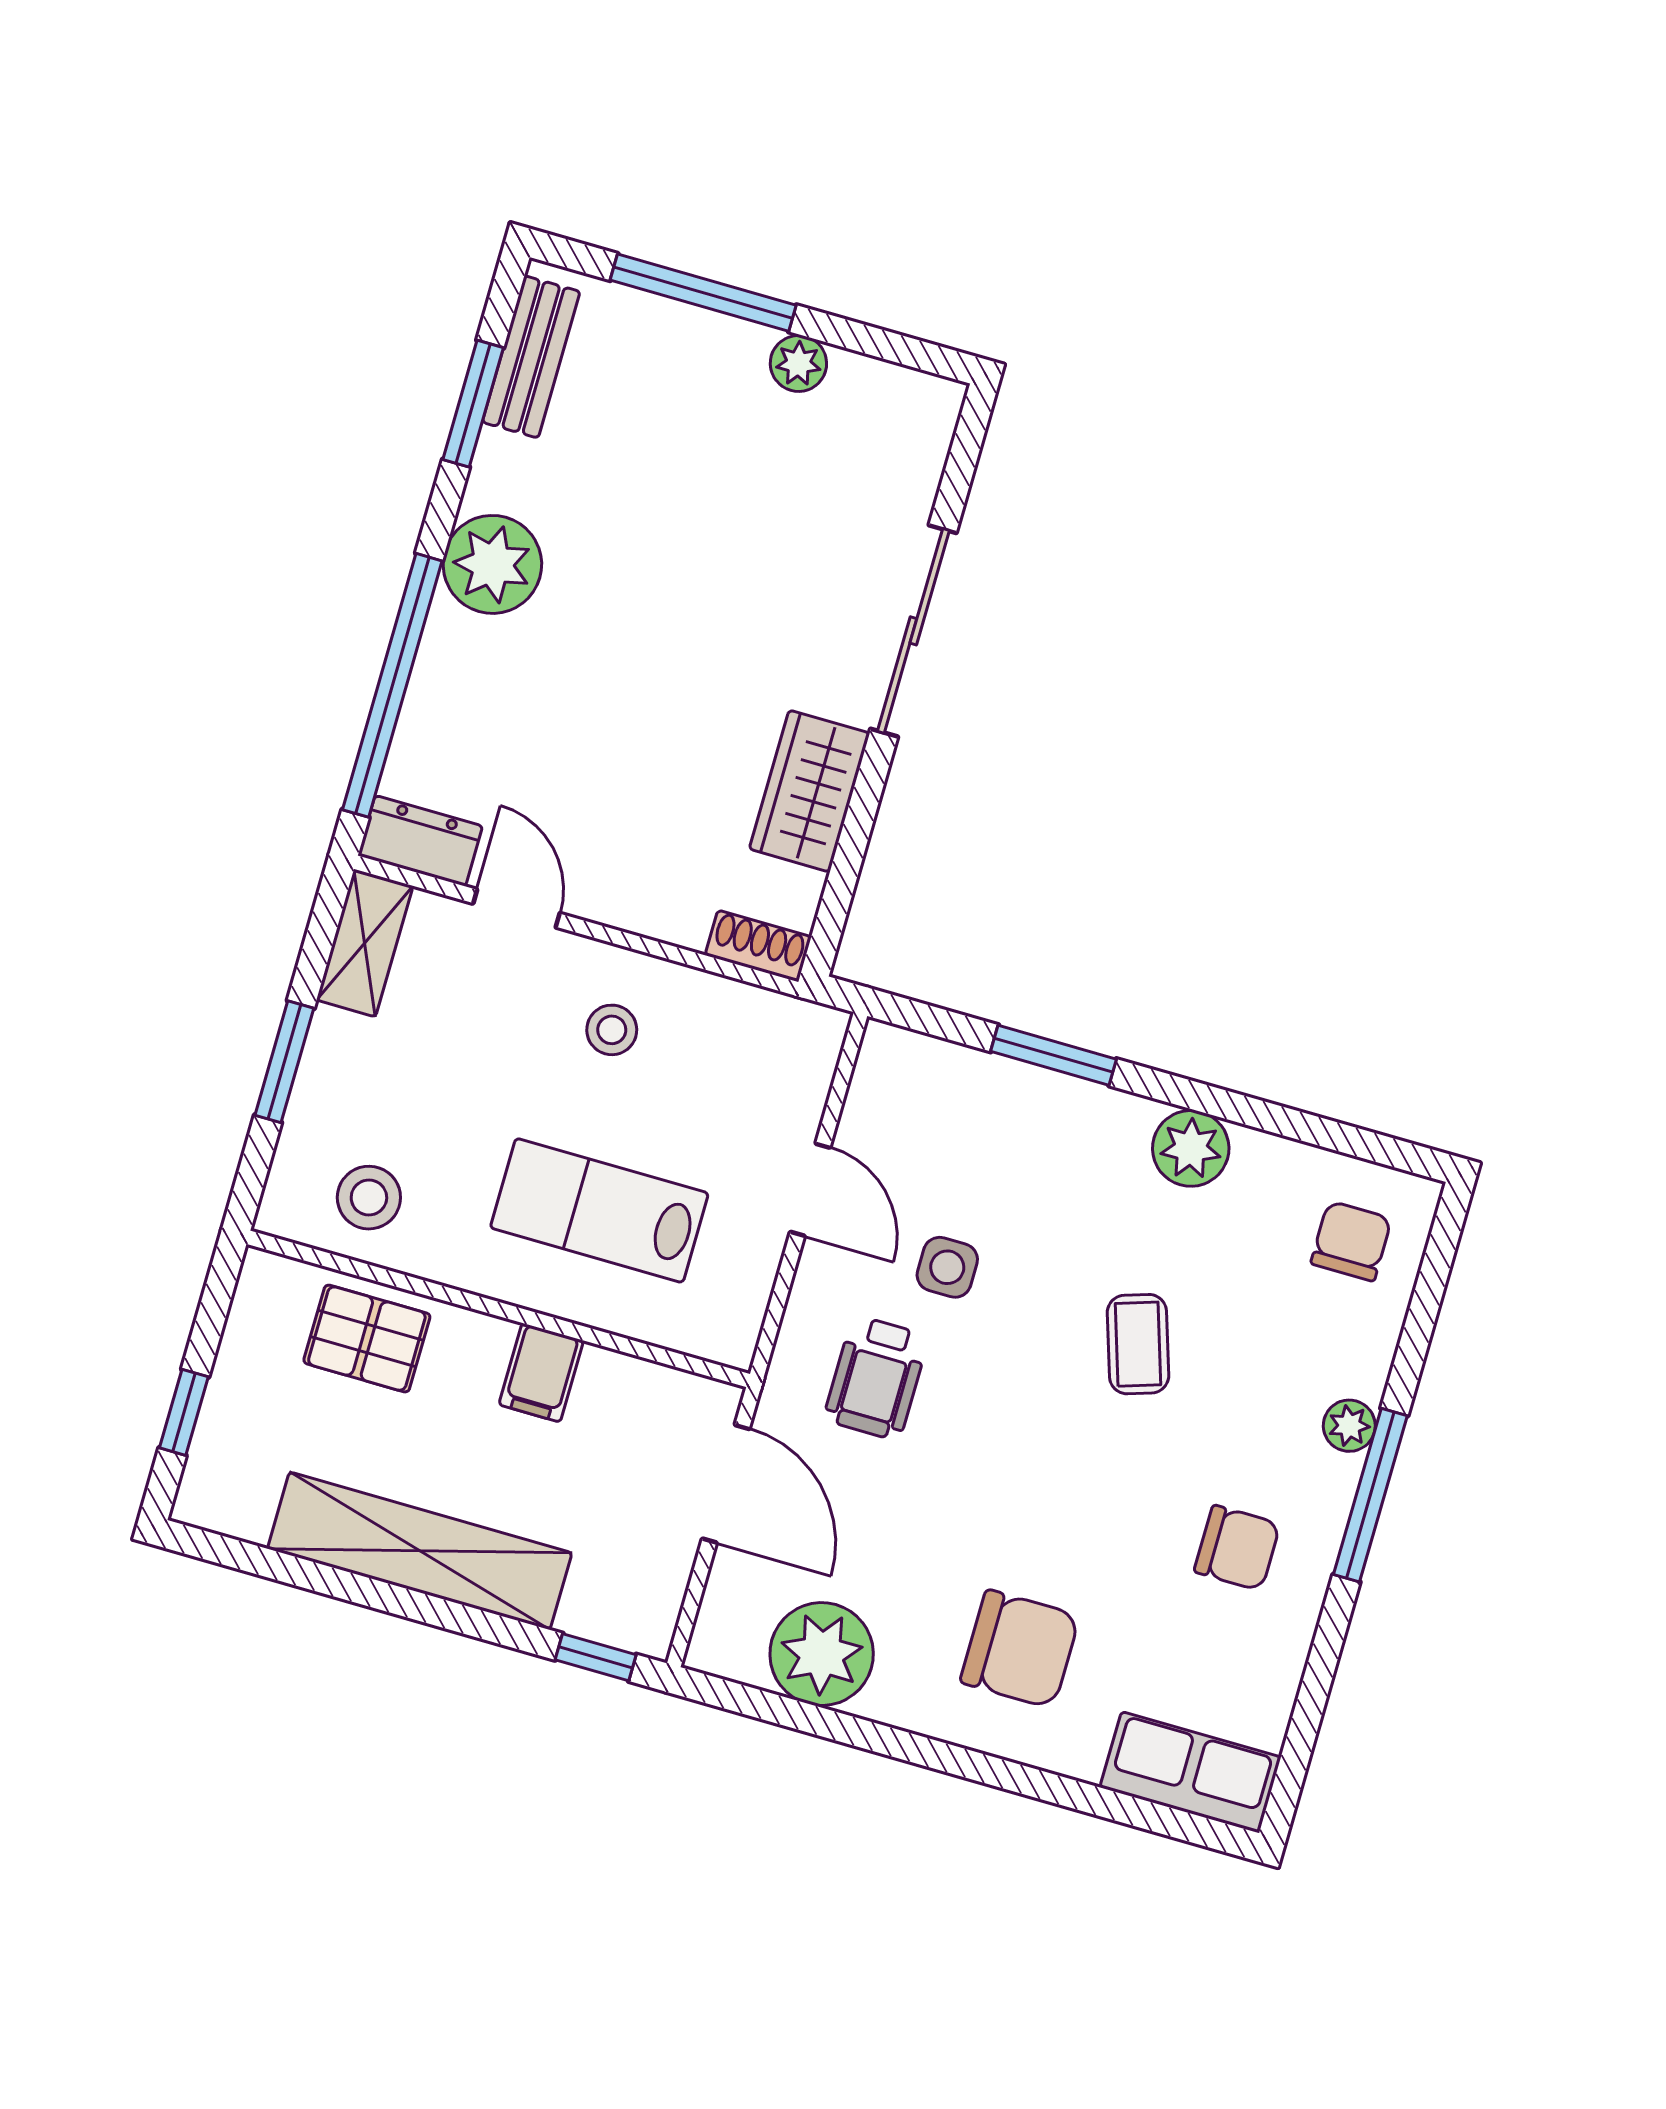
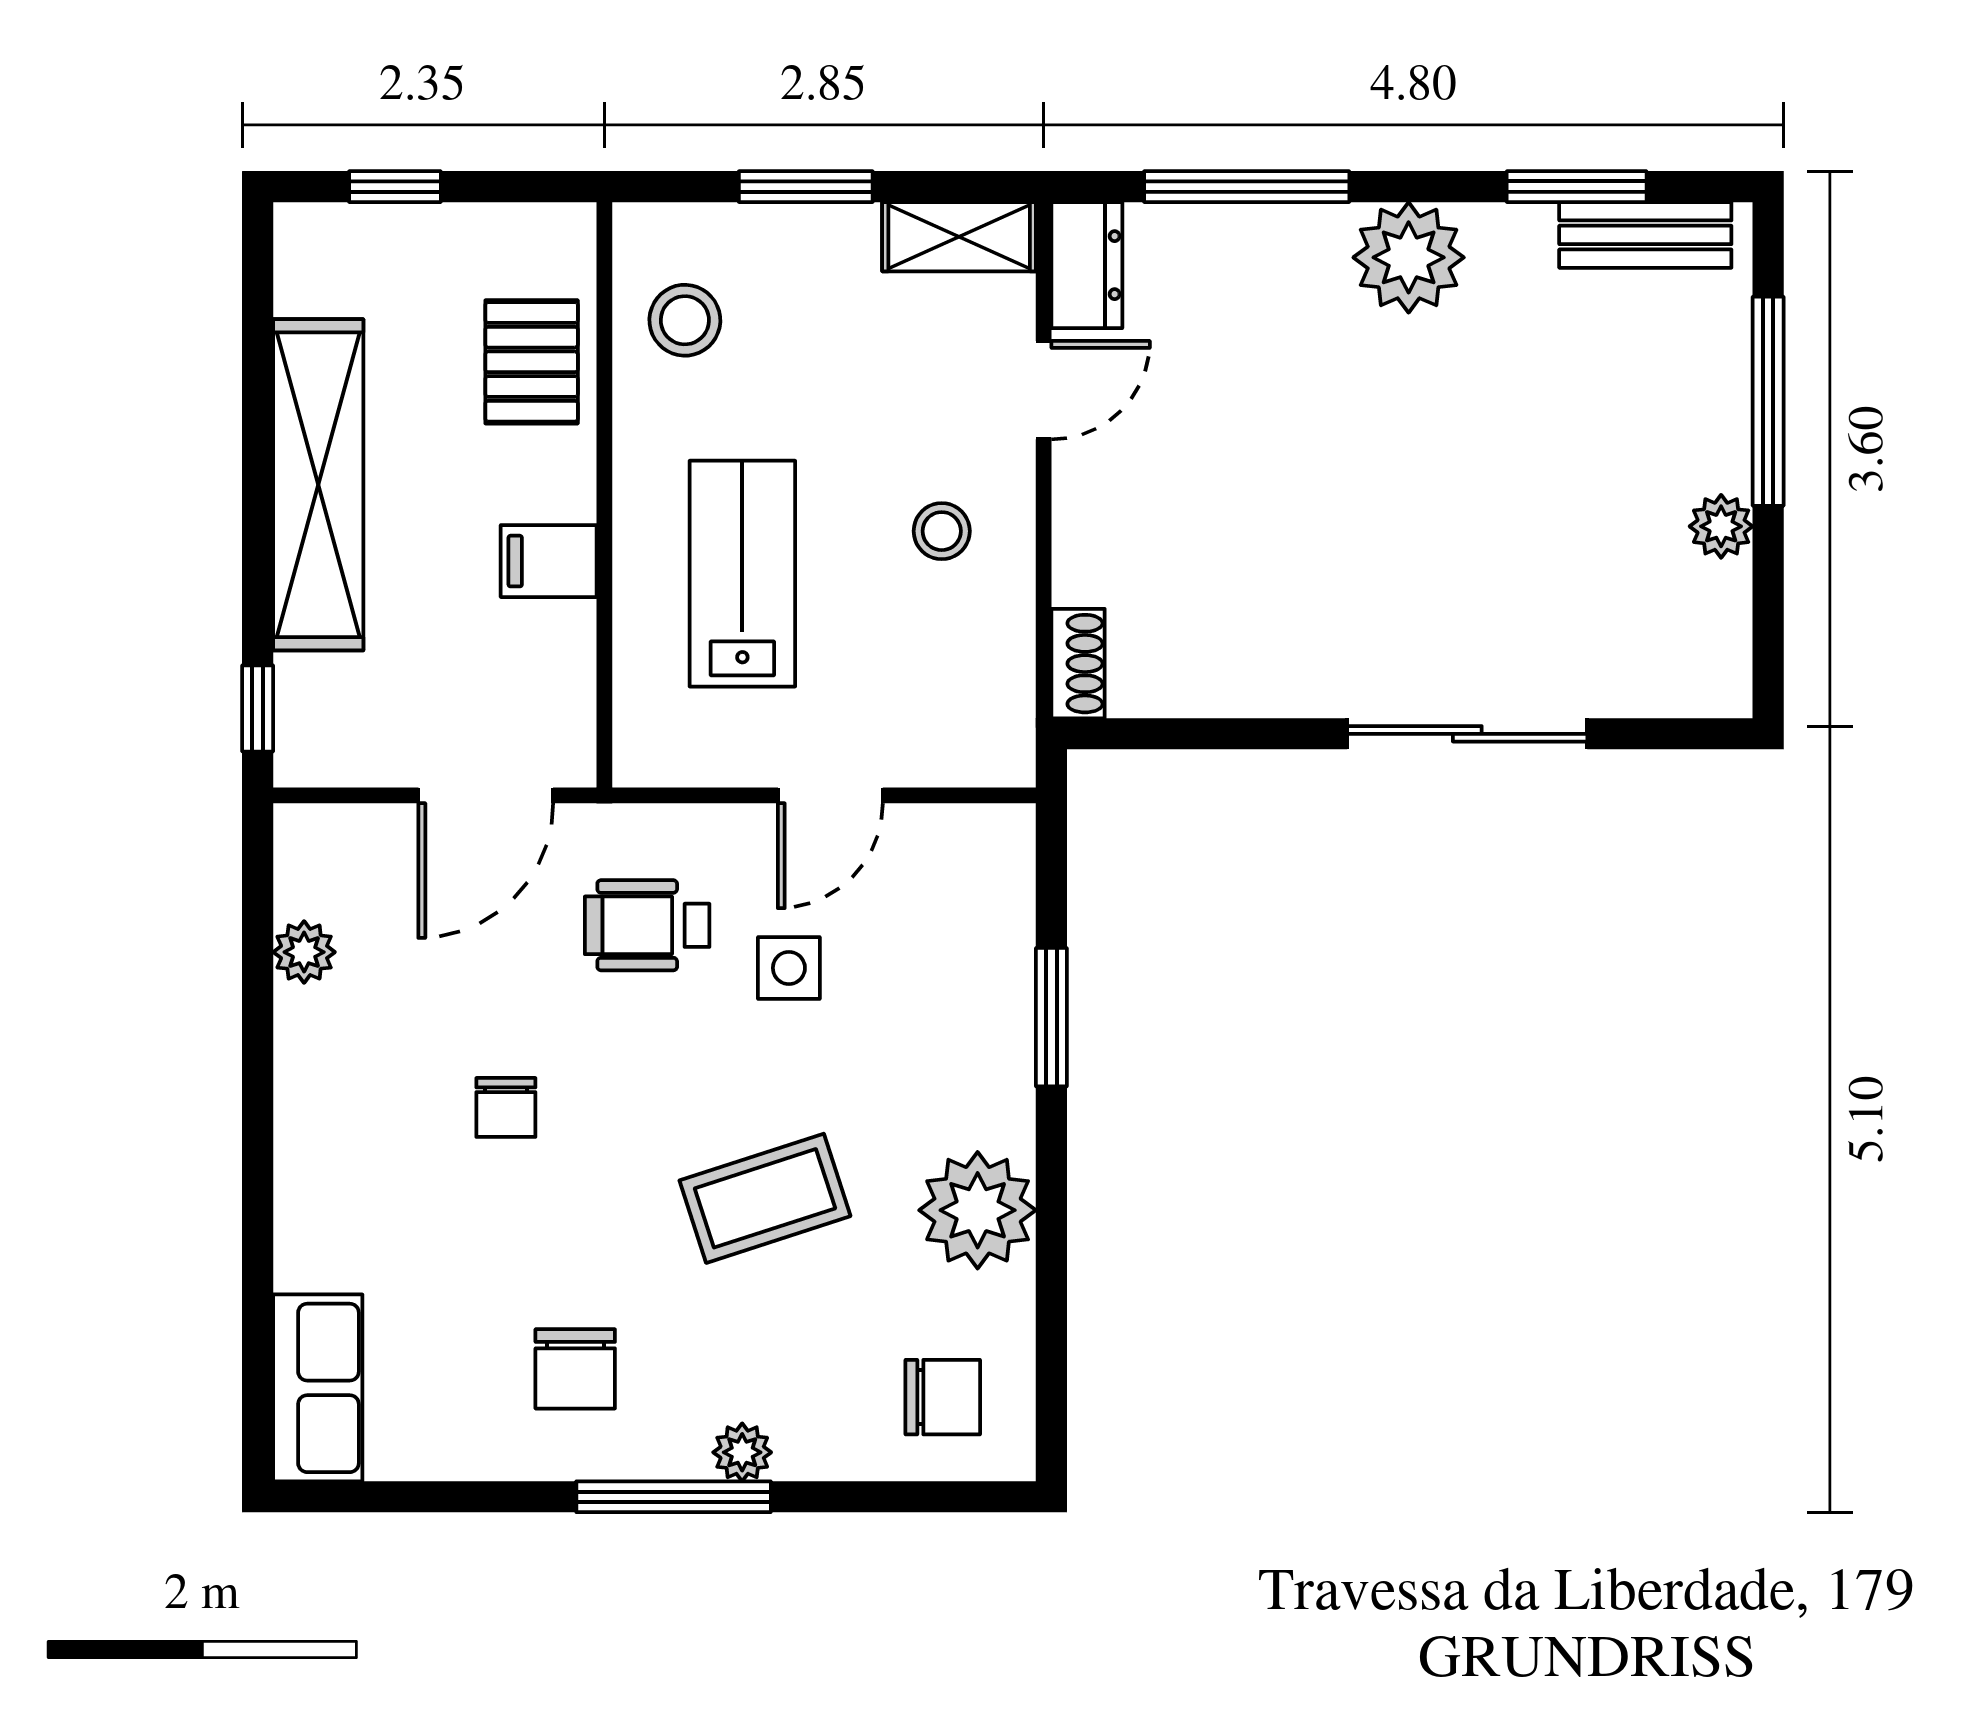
window: (392, 685) -> (1247, 187), width x0.68
wardrobe: (810, 791) -> (1262, 671), removed
plant: (1191, 1148) -> (978, 1210), width x1.36, depth x1.36
coffee table: (1138, 1344) -> (765, 1198), width x1.36, depth x1.30
chair: (1020, 1649) -> (506, 1107), moved, width x0.54, depth x0.54
plant: (822, 1654) -> (304, 952), width x0.53, depth x0.53

